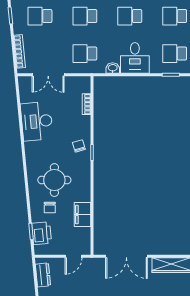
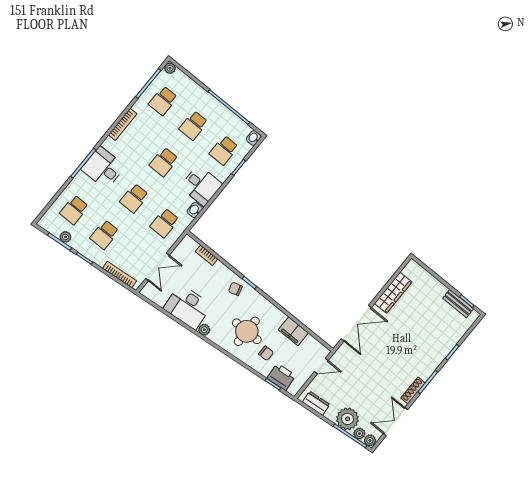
plant: (30, 148) -> (204, 330), added
door: (74, 256) -> (321, 366), hinge flipped

